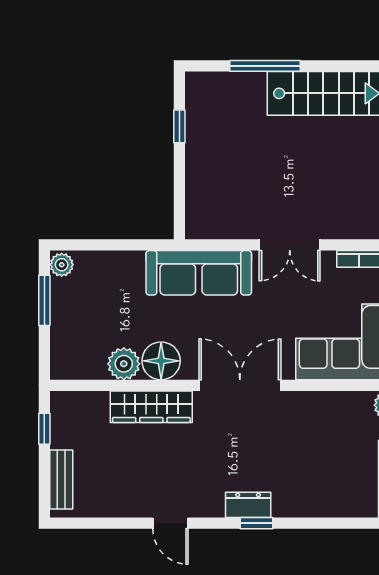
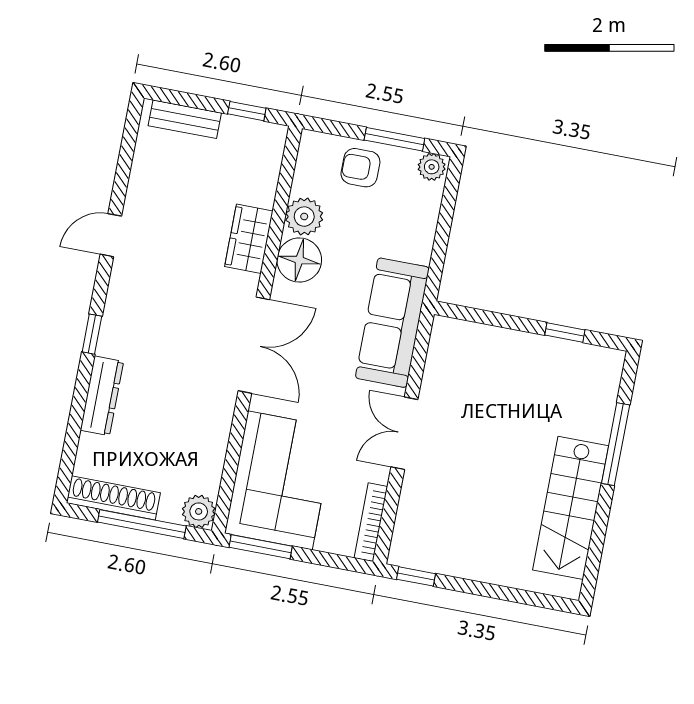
armchair: (74, 324) -> (360, 168), added
wardrobe: (151, 407) -> (249, 239), width x0.67
dresser: (248, 505) -> (102, 396), moved, width x1.44

